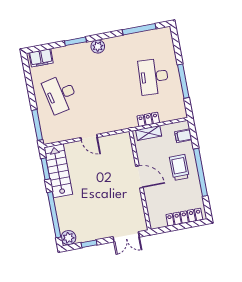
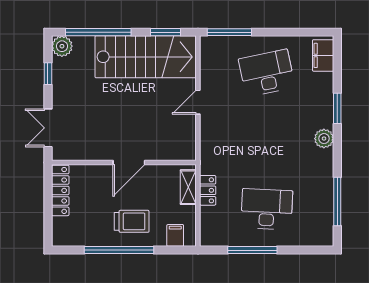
stairs: (58, 171) -> (146, 57), width x1.36, depth x1.51
locker: (184, 217) -> (60, 190), moved

